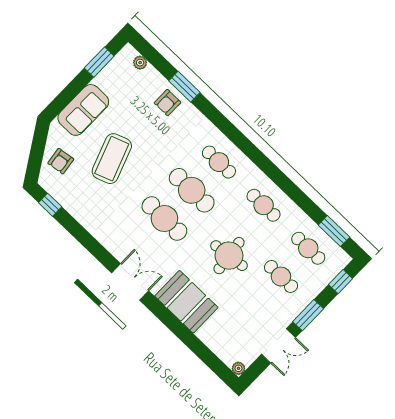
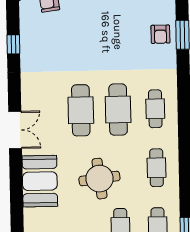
armchair: (168, 103) -> (160, 34), turned -90
coffee table: (112, 159) -> (85, 35), removed
window: (50, 205) -> (13, 44), moved

